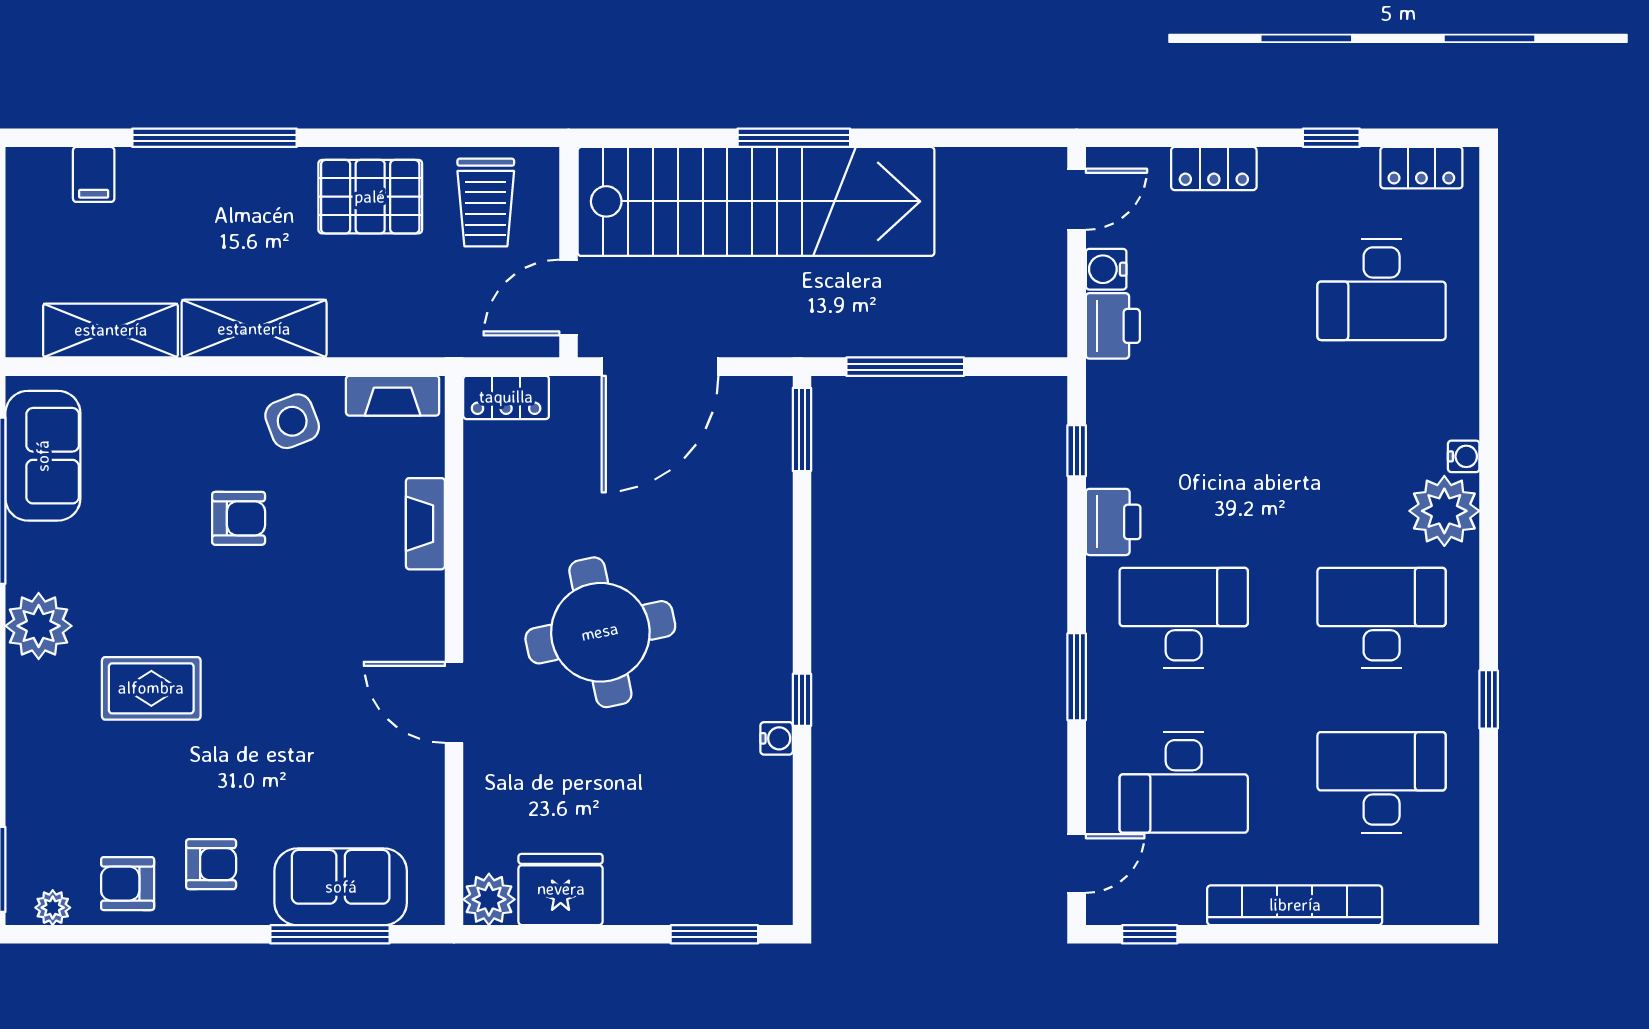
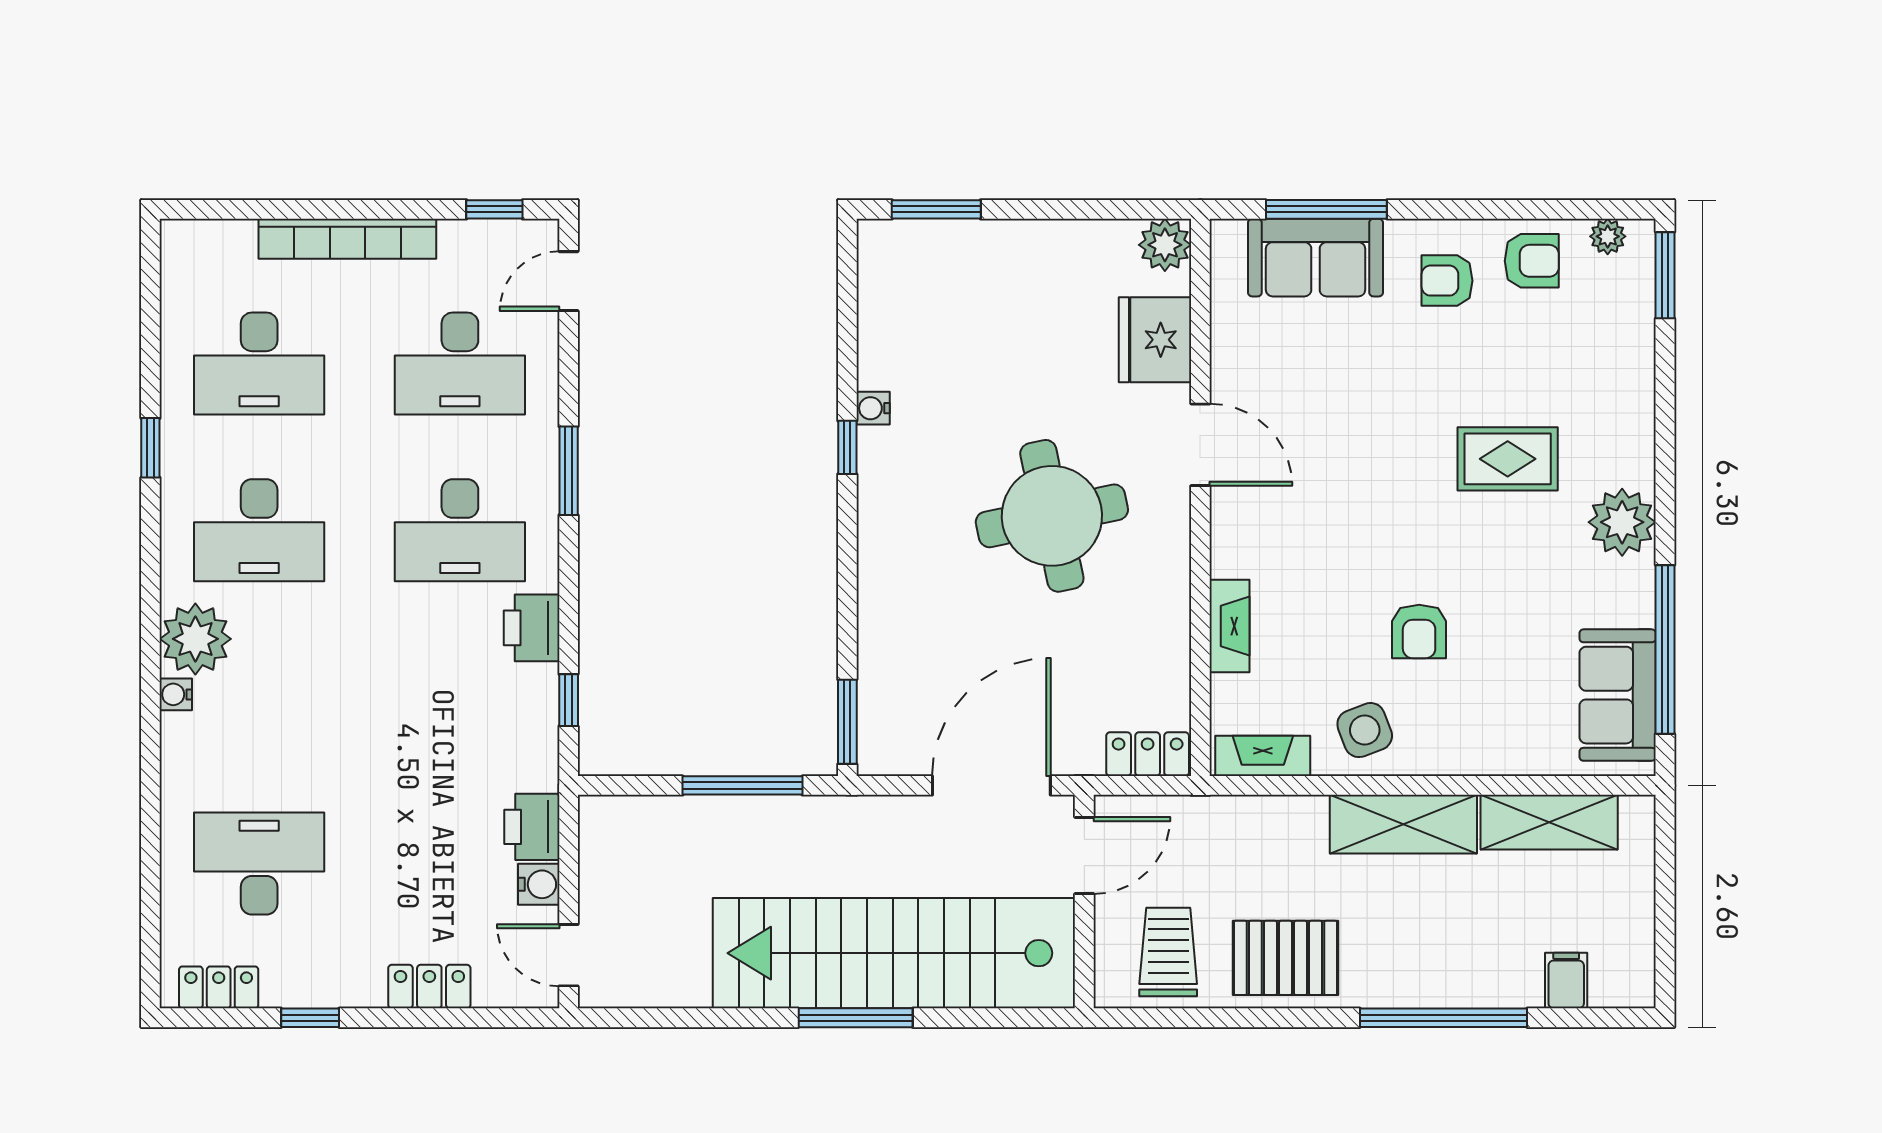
door: (1077, 199) -> (569, 955), hinge flipped
armchair: (239, 518) -> (1419, 631), turned -90
desk: (1184, 782) -> (460, 364), turned 180
fridge: (561, 889) -> (1155, 340), moved, turned 90

